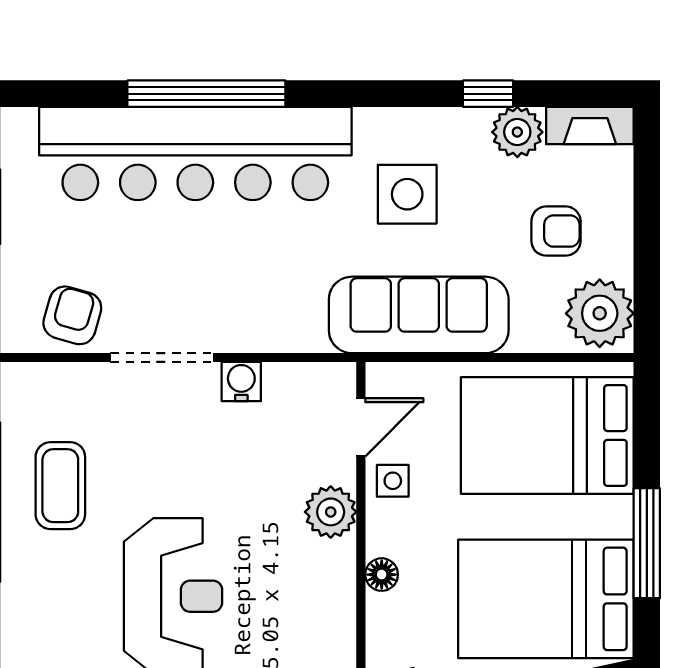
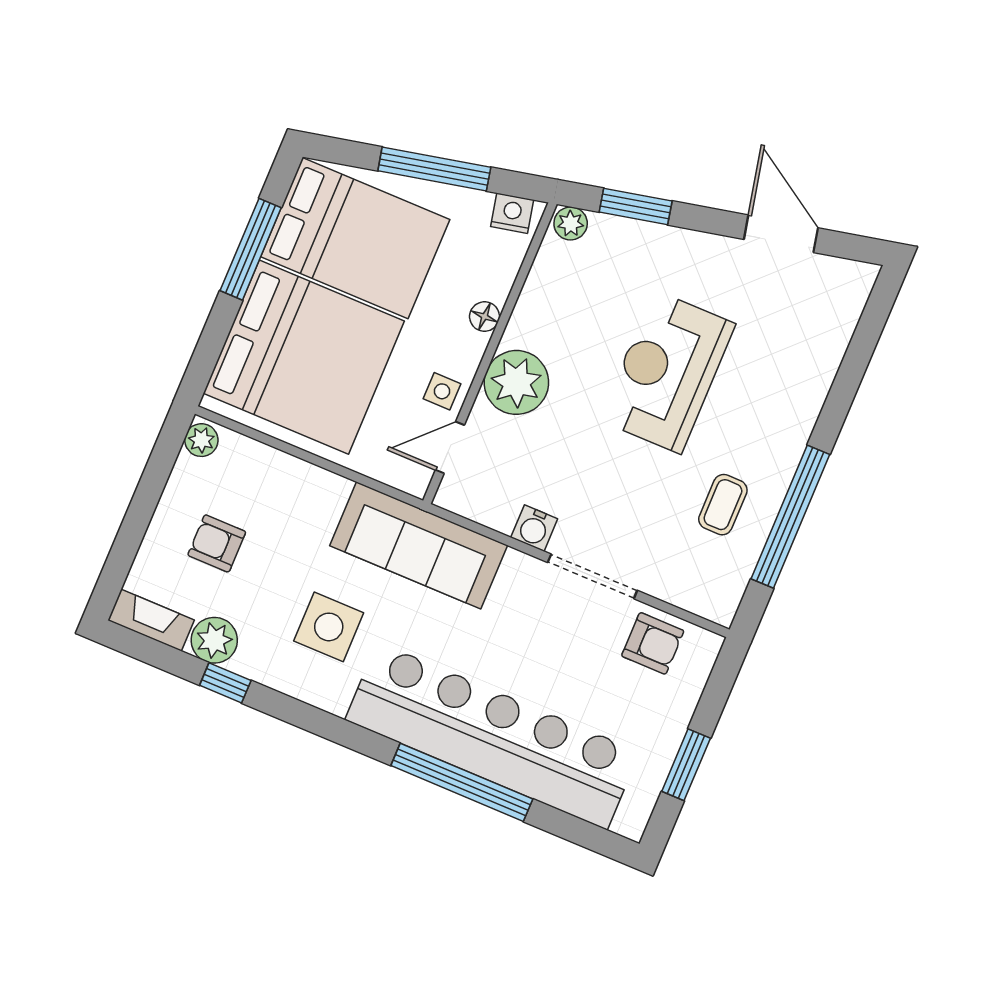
plant: (600, 313) -> (201, 440), width x0.53, depth x0.53
armchair: (72, 315) -> (653, 643), turned -106
sofa: (419, 315) -> (419, 545), moved
bed: (547, 435) -> (304, 357), width x1.36
coffee table: (60, 486) -> (723, 505), width x0.73, depth x0.77
plant: (331, 512) -> (516, 382), width x1.36, depth x1.36

